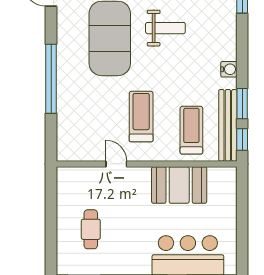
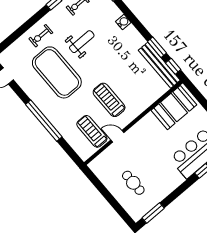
water cooler: (229, 69) -> (123, 22), moved
treadmill: (191, 130) -> (92, 131), moved
booth: (179, 185) -> (174, 108), moved

